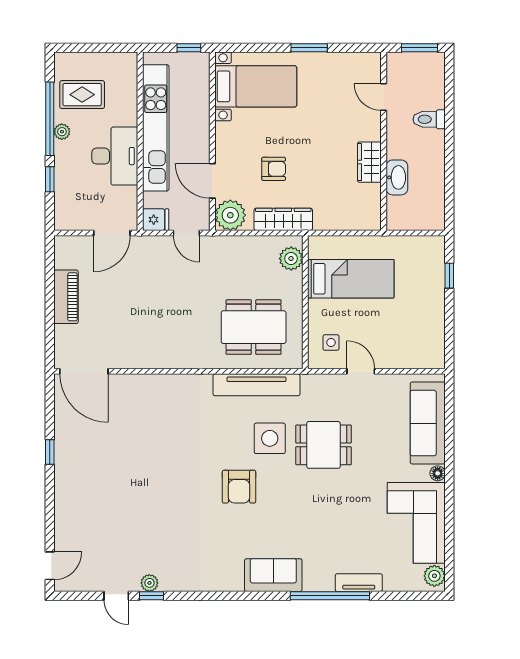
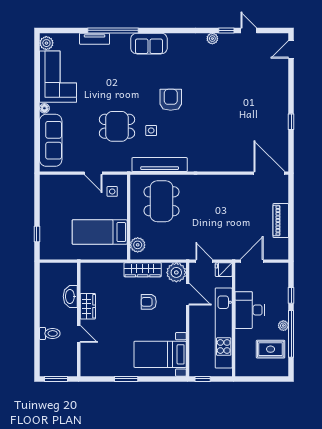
door: (384, 97) -> (79, 334), moved
dining table: (254, 327) -> (161, 201), turned 90
side table: (270, 438) -> (151, 130), width x0.54, depth x0.54
plant: (149, 583) -> (212, 39), moved

